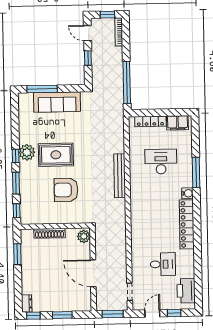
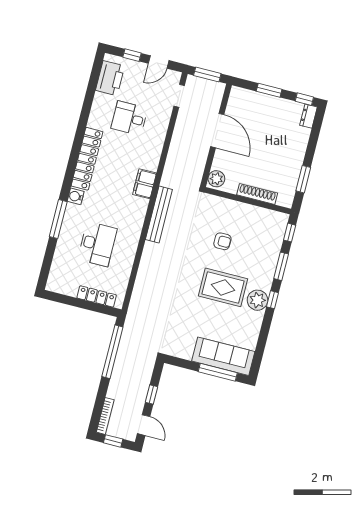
sofa: (57, 102) -> (223, 356), moved
filing cabinet: (177, 123) -> (145, 184), moved, turned -90
desk: (161, 162) -> (97, 244), turned -90
bench: (120, 176) -> (159, 215), moved
armchair: (66, 190) -> (222, 241), width x0.53, depth x0.53

